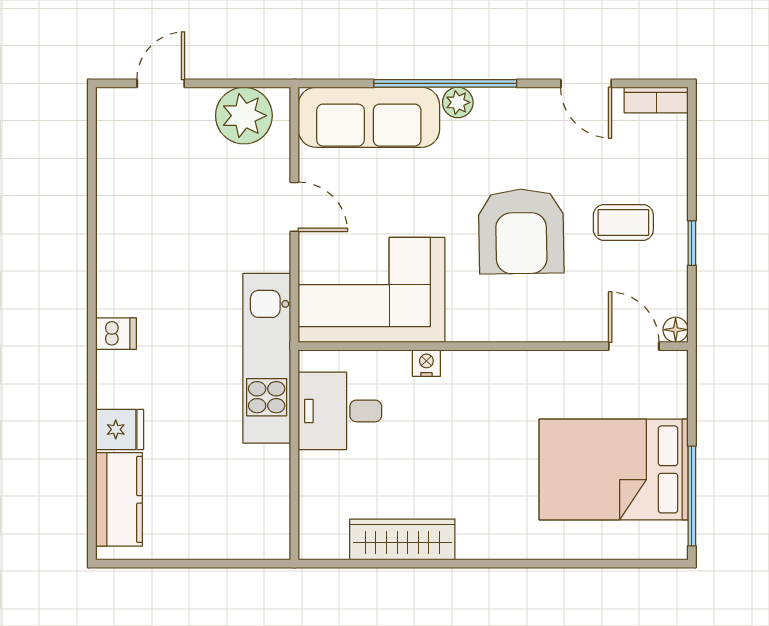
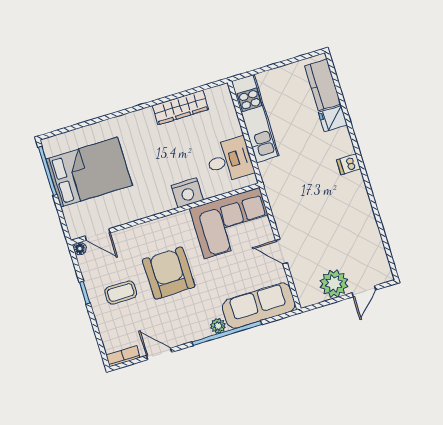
plant: (244, 116) -> (334, 284), moved
kitchen unit: (267, 358) -> (255, 118), moved
nightstand: (426, 363) -> (187, 193), width x1.89, depth x1.79

